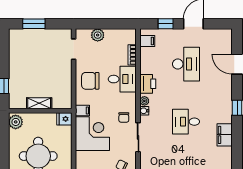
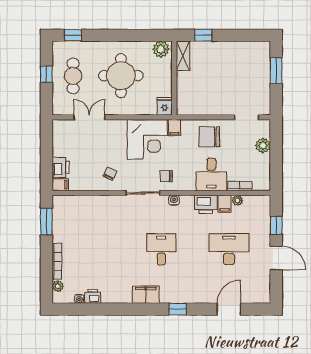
filing cabinet: (147, 41) -> (225, 204), moved
desk: (186, 64) -> (229, 249), turned 180
chair: (90, 81) -> (209, 137), turned -90
plant: (144, 101) -> (238, 200), moved
shelving: (39, 103) -> (183, 56), moved

